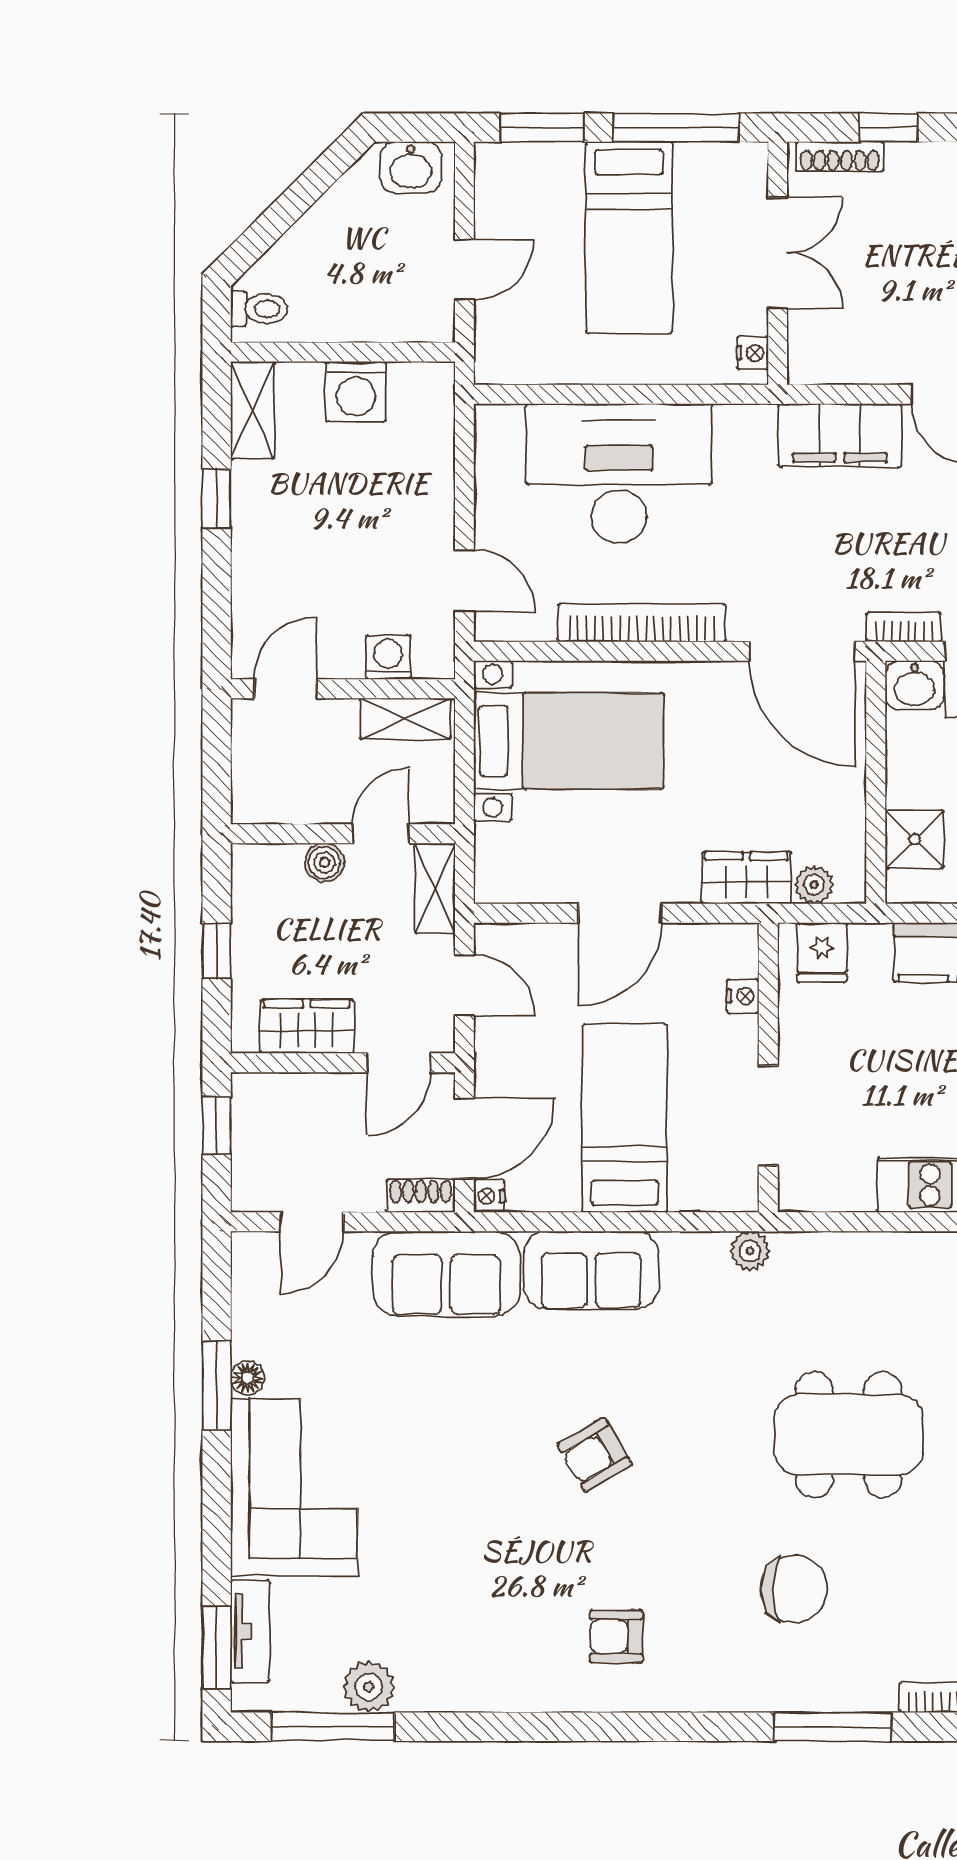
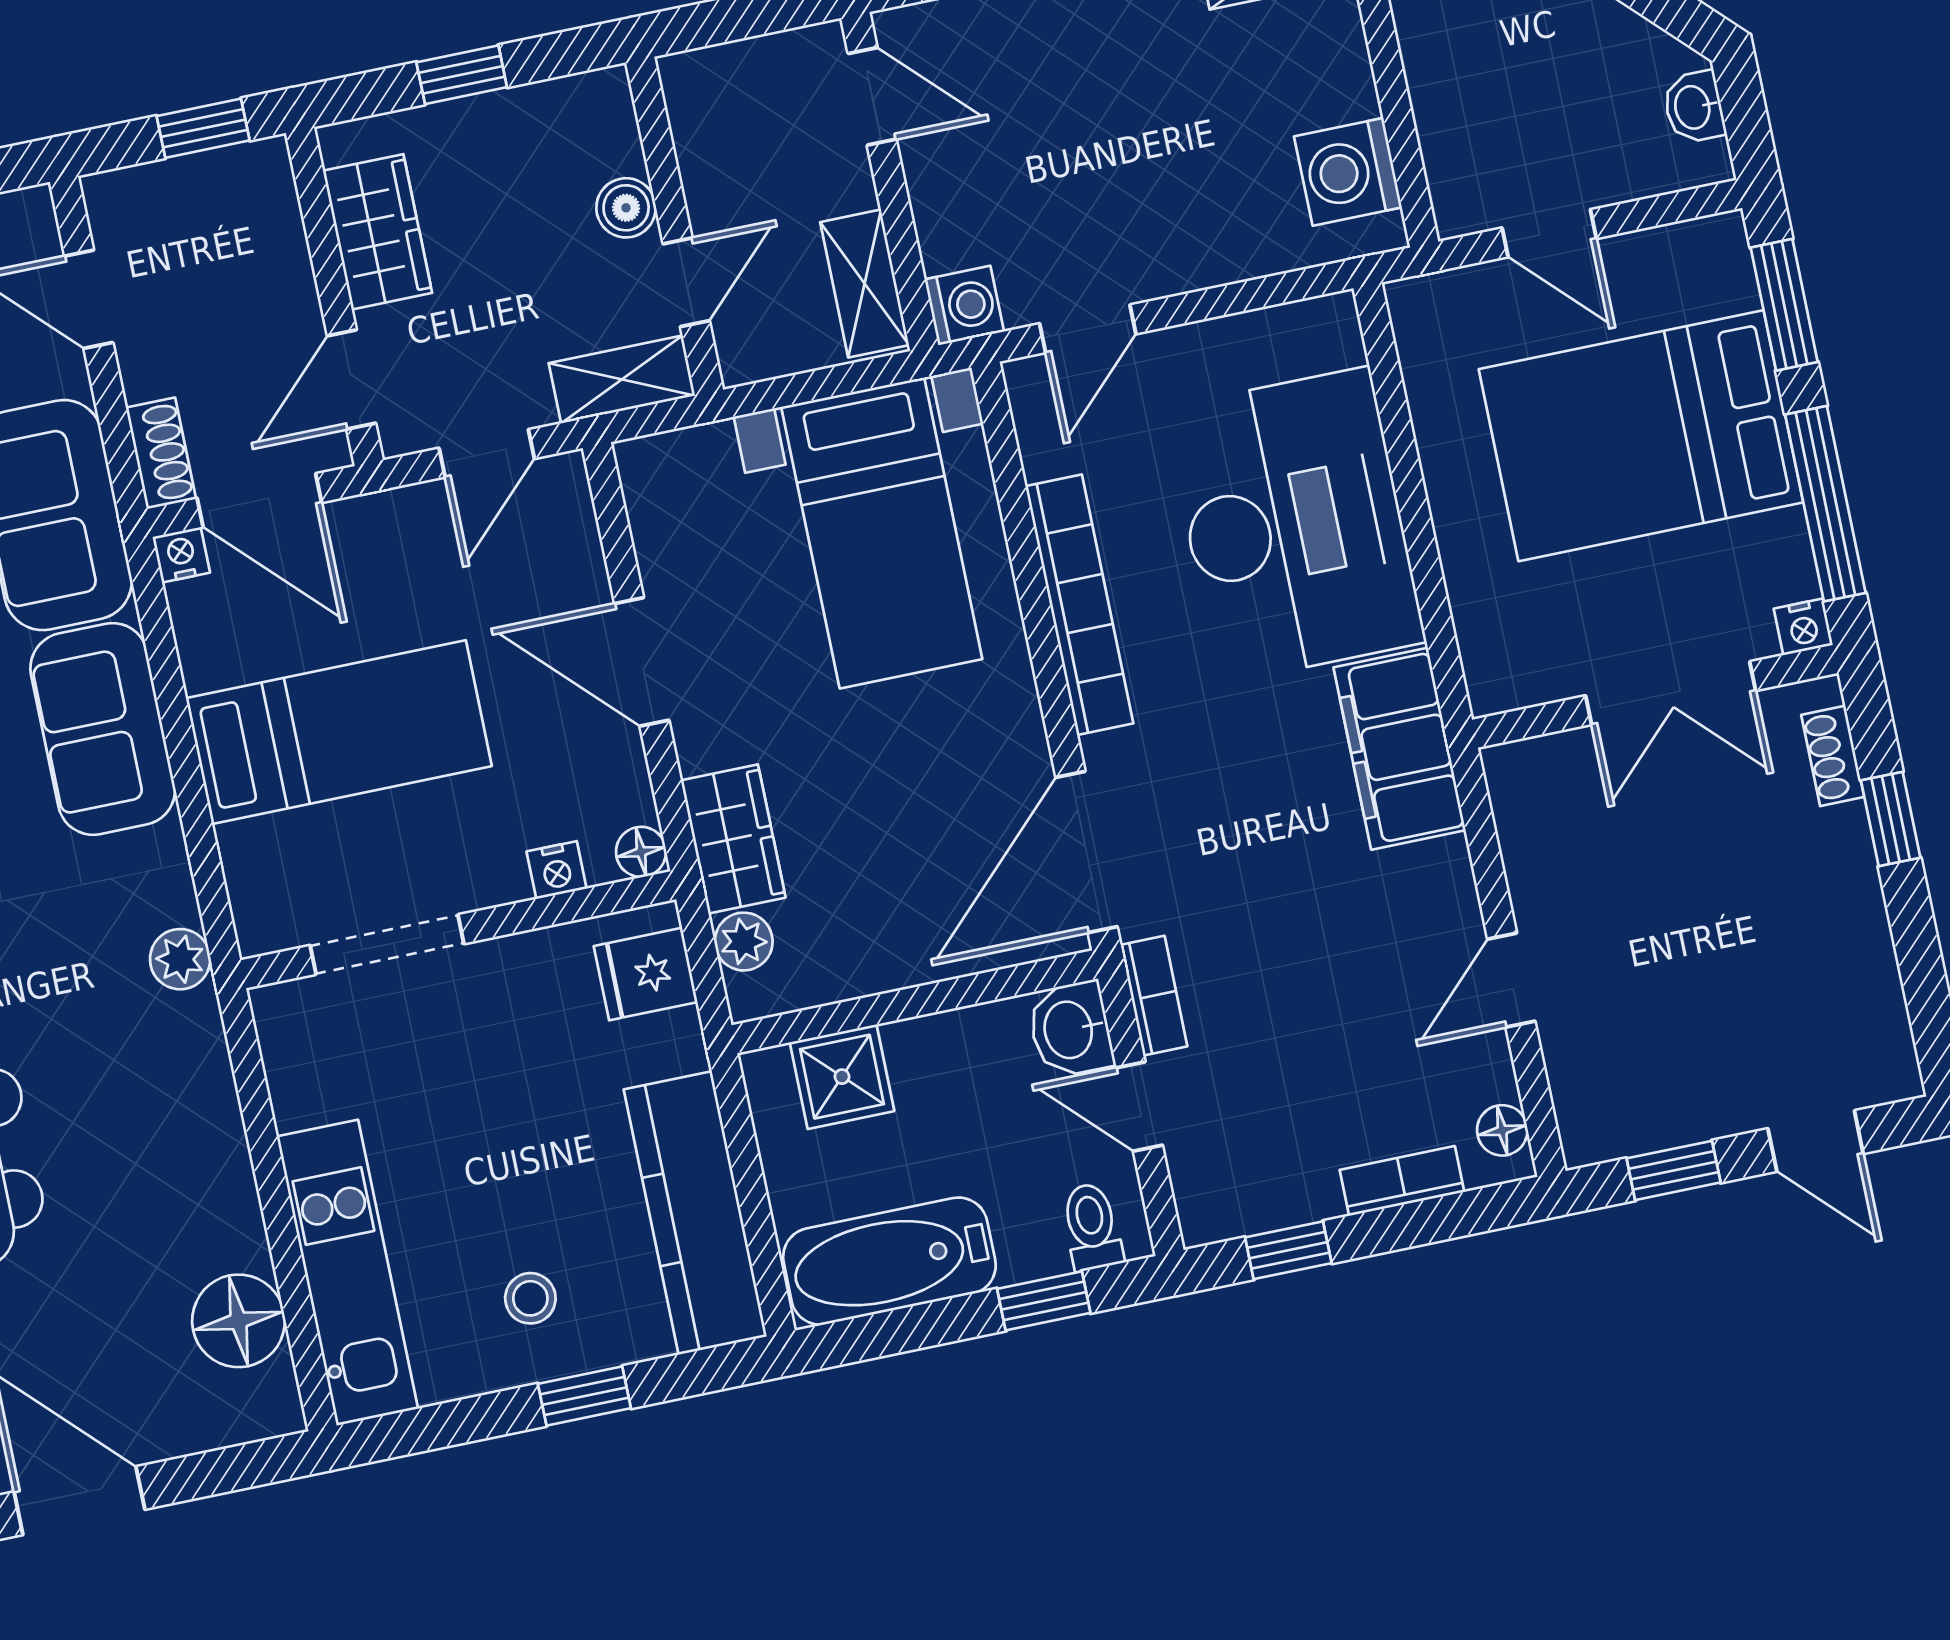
shoe rack: (840, 157) -> (1833, 756), width x0.70
washbasin: (411, 167) -> (1694, 107), width x0.72, depth x0.69
bed: (629, 238) -> (1641, 436), width x1.50
nightstand: (753, 353) -> (1803, 627), moved
washing machine: (356, 392) -> (1348, 172), moved
filing cabinet: (840, 435) -> (1400, 749), moved
washing machine: (388, 657) -> (964, 306), moved
door: (381, 834) -> (686, 282), hinge flipped
floor lamp: (742, 939) -> (641, 852), added
door: (399, 1063) -> (352, 379), hinge flipped

